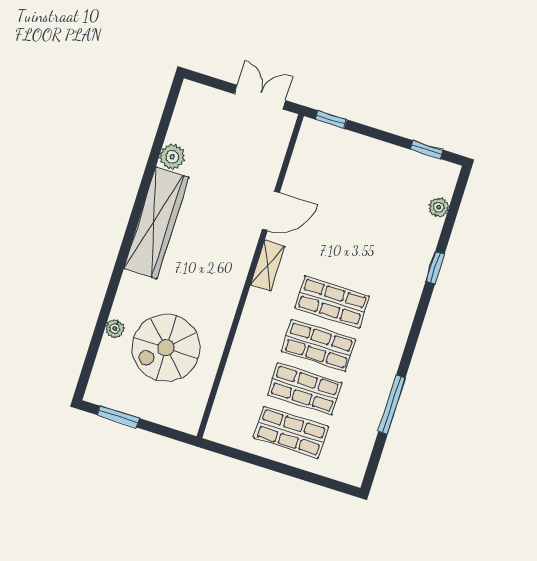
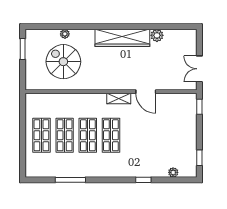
double door: (260, 97) -> (199, 69), swing flipped

